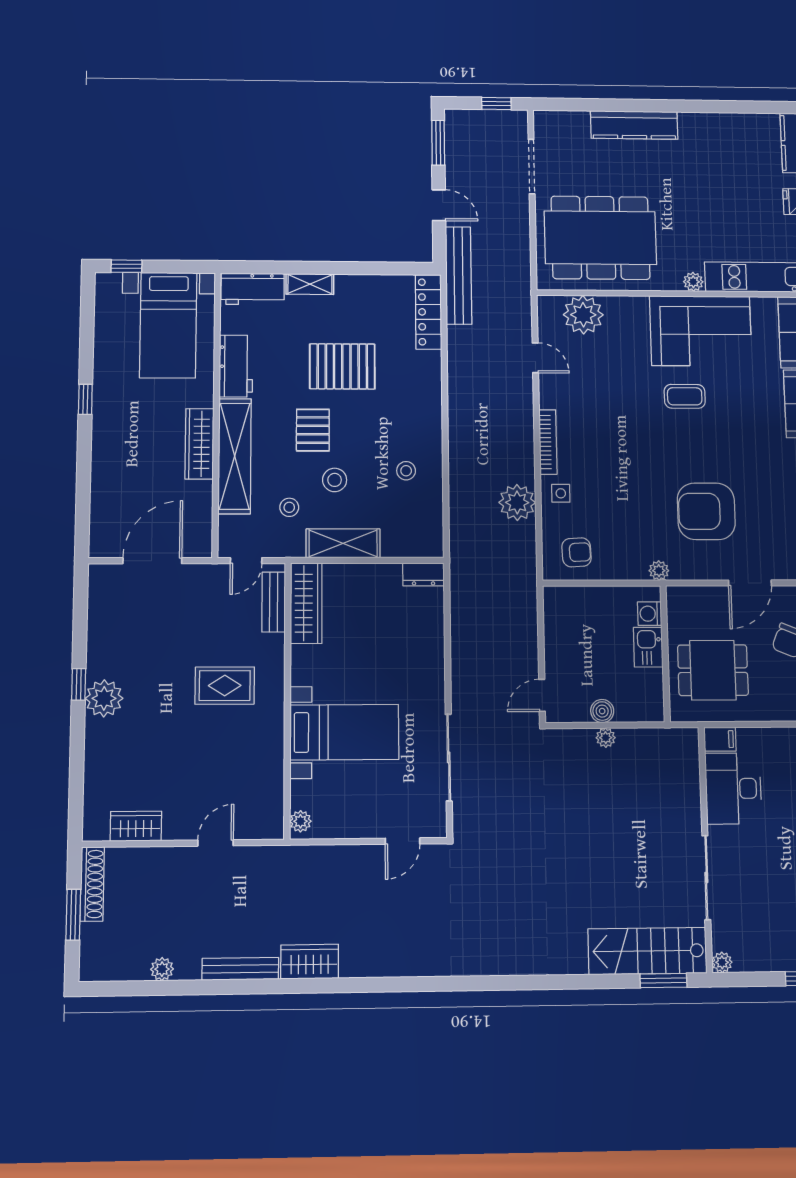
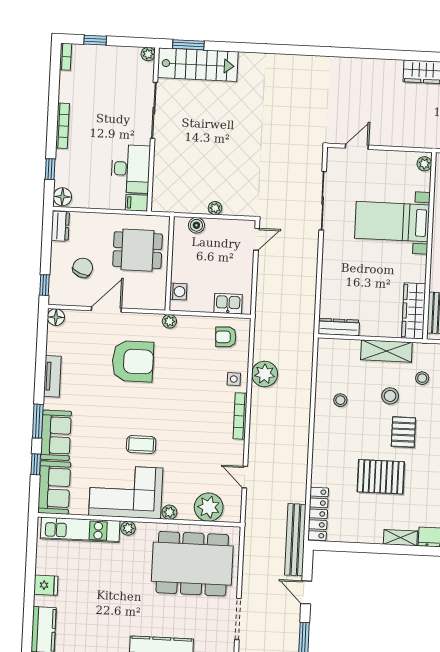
plant: (638, 306) -> (169, 512), added
dresser: (423, 574) -> (339, 327), width x1.44
kitchen sink: (648, 647) -> (228, 304), moved, turned -90
boiler: (602, 711) -> (196, 225), moved

